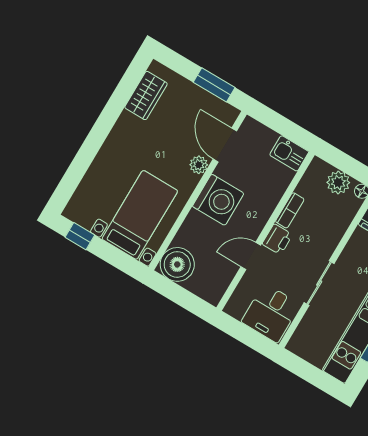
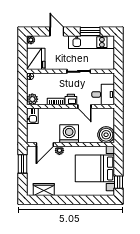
plant: (338, 183) -> (32, 99), moved
bed with nightstands: (140, 215) -> (95, 168), width x1.36
desk: (271, 313) -> (103, 94), moved

